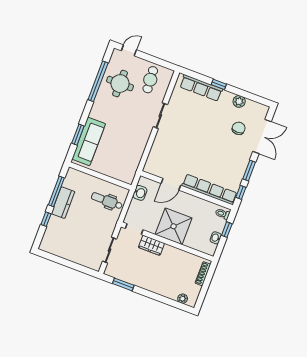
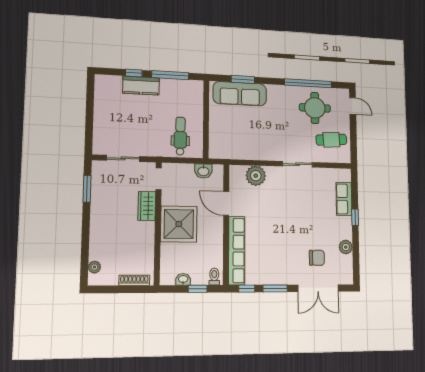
row of seats: (201, 88) -> (344, 199), width x0.68
plant: (158, 153) -> (256, 176), added
kitchen counter: (63, 203) -> (141, 86), moved

